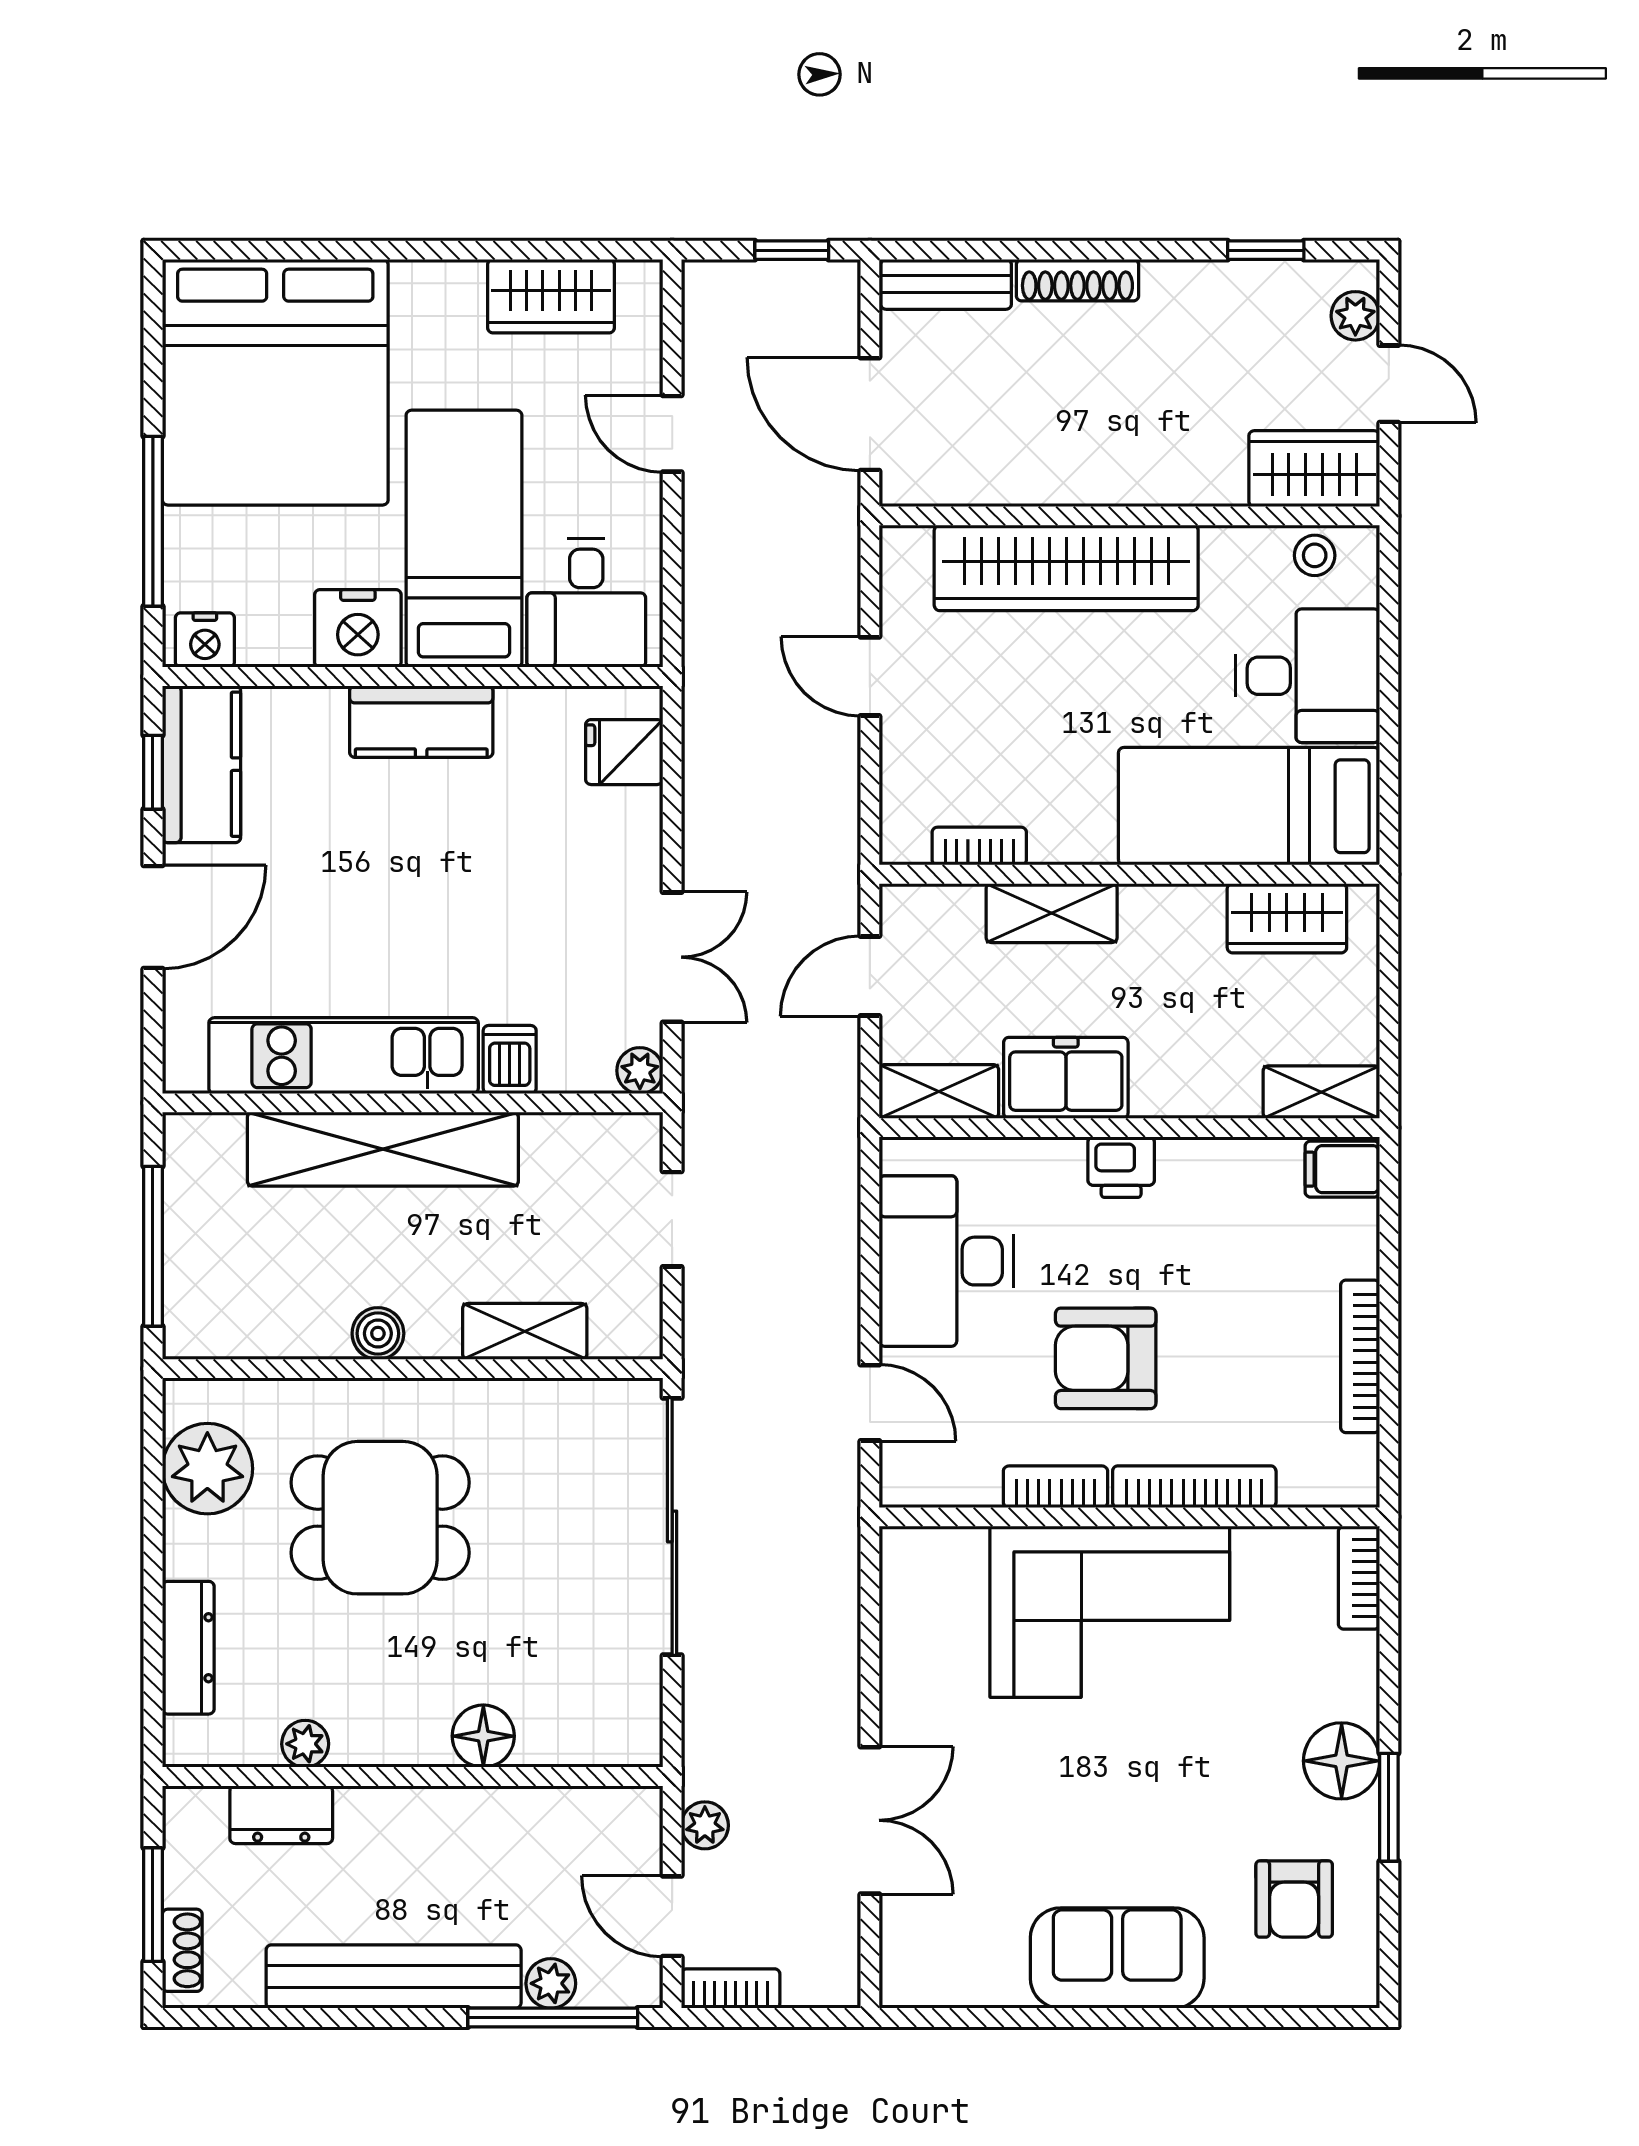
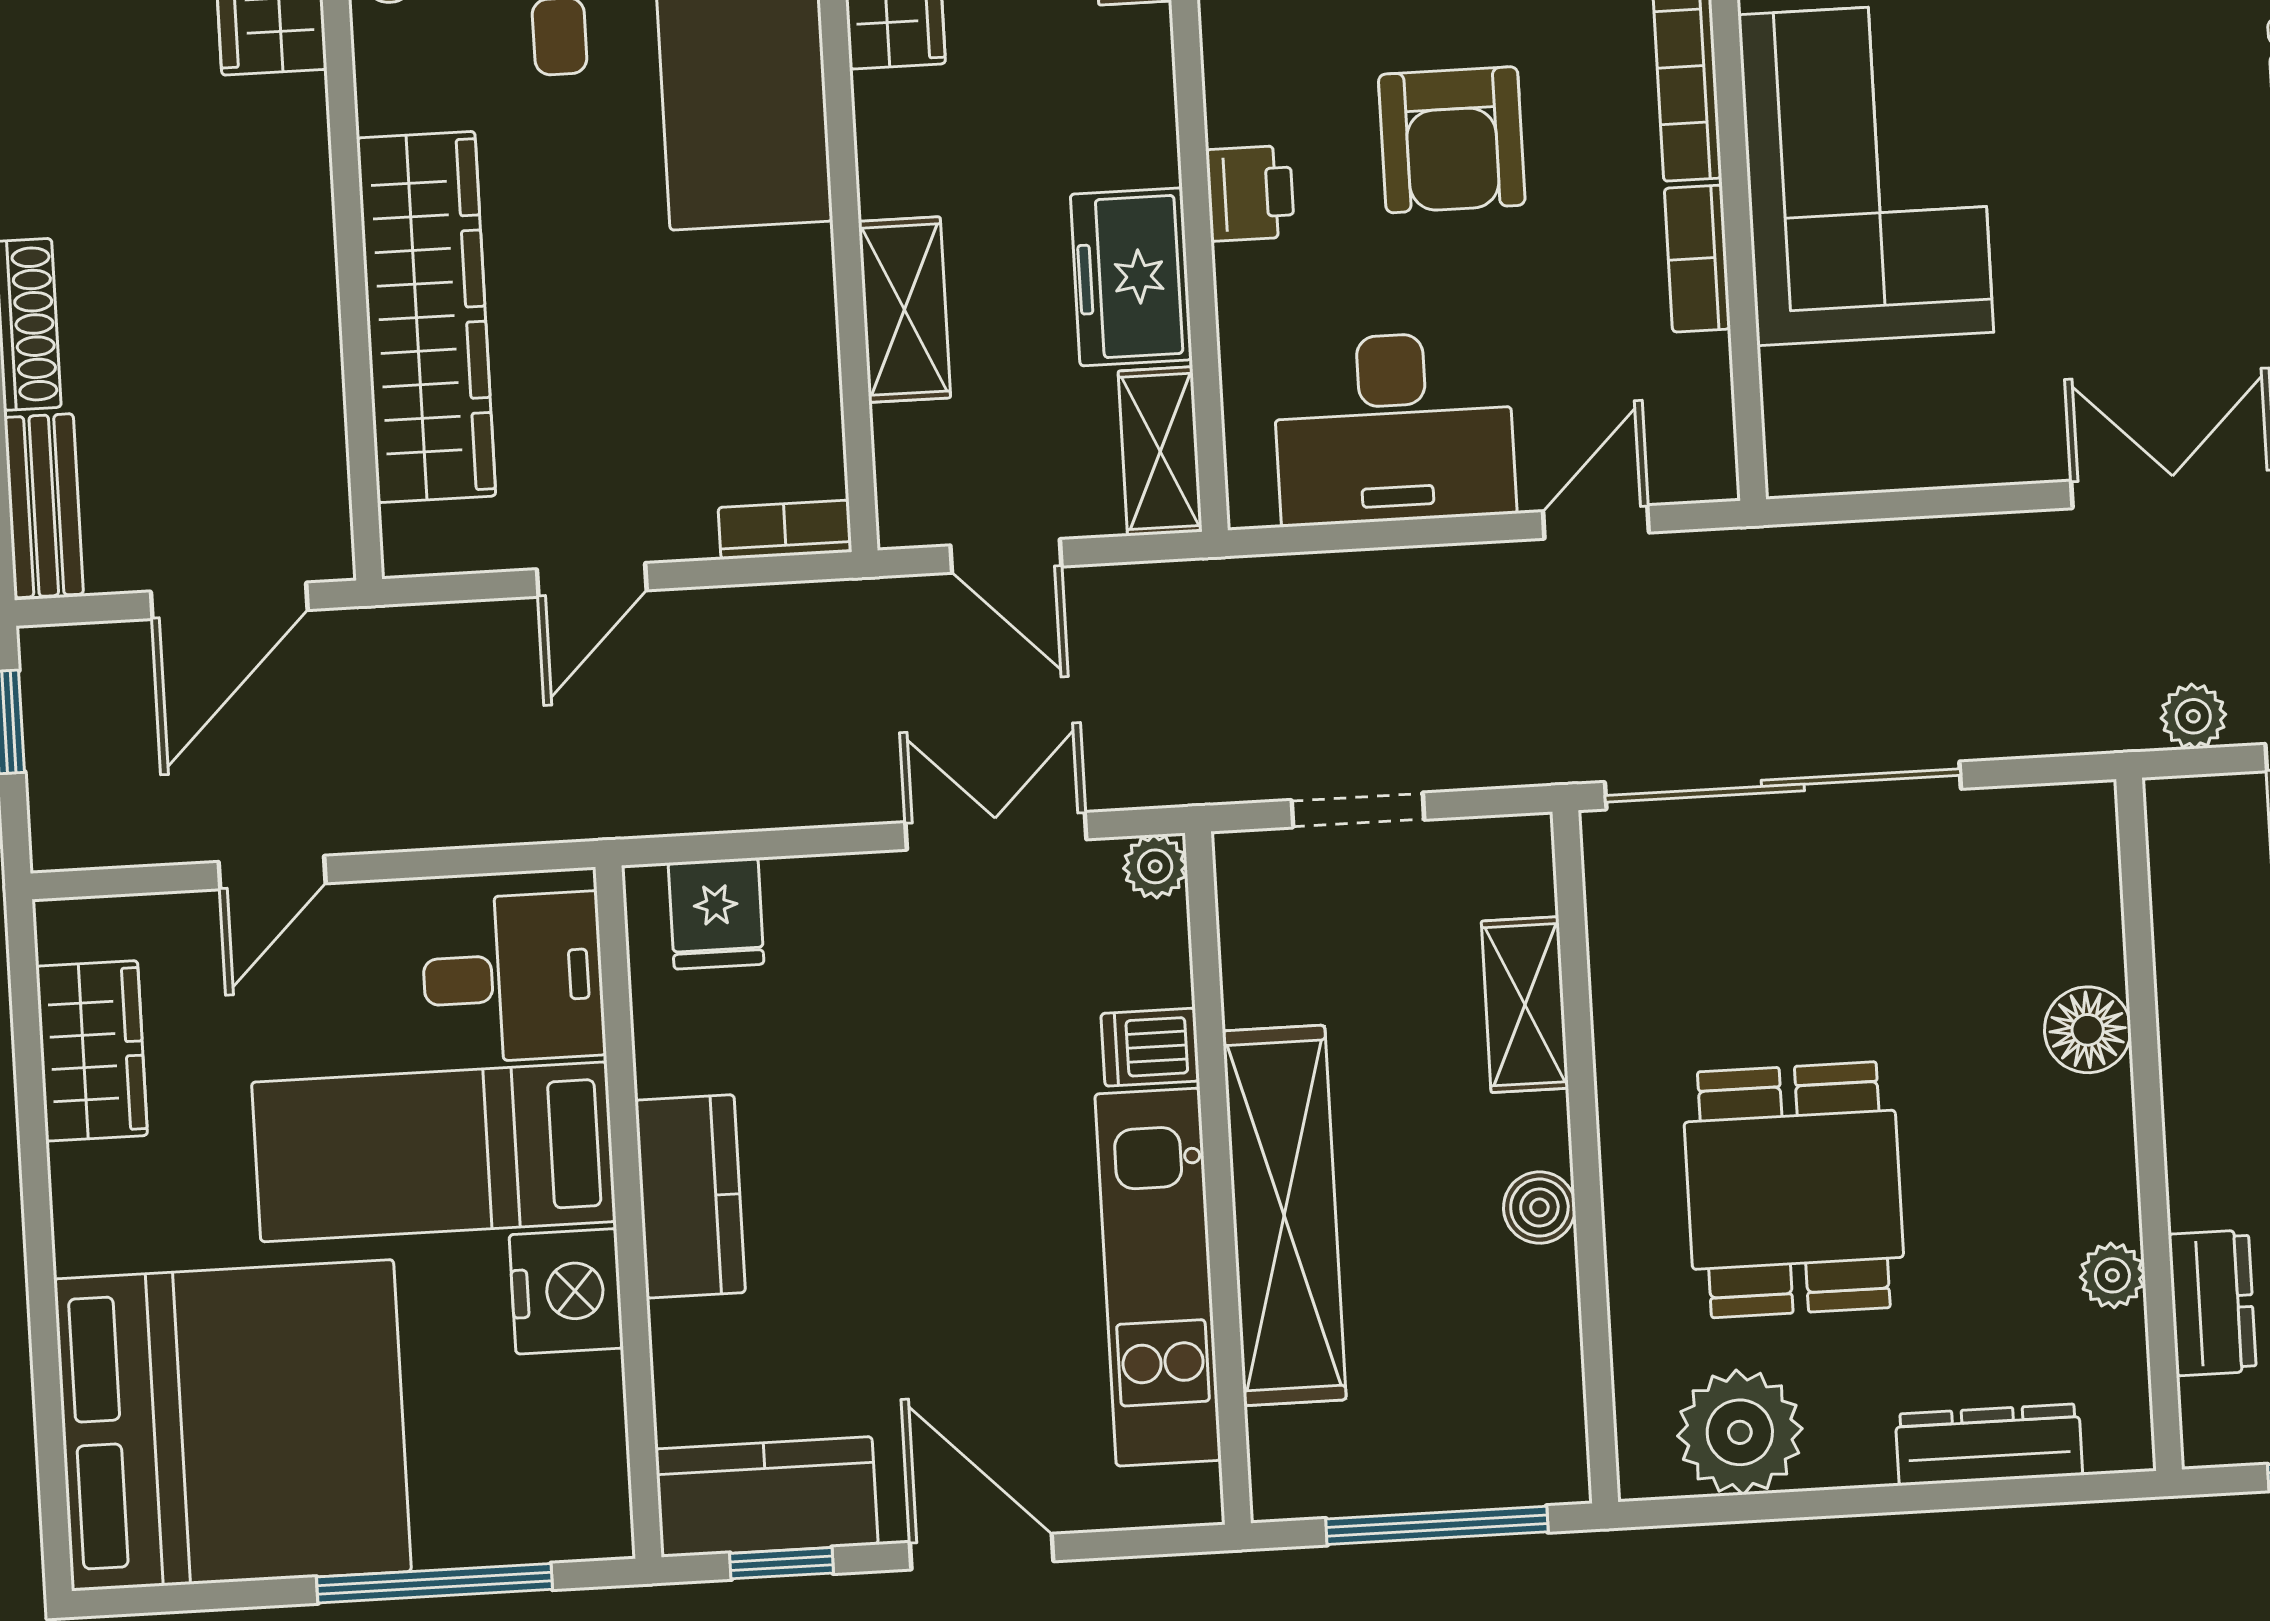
nightstand: (205, 640) -> (595, 1502), removed
bookcase: (979, 846) -> (785, 530), moved, turned 90
armchair: (1106, 1358) -> (1452, 140), moved

